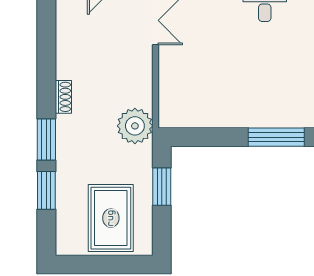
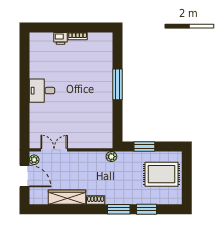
wardrobe: (69, 44) -> (67, 197), added
plant: (135, 126) -> (111, 157), width x0.53, depth x0.53

